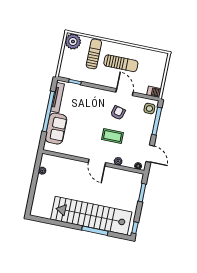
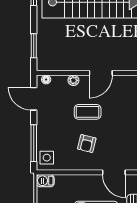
door: (125, 92) -> (114, 172), moved
door: (97, 163) -> (101, 73), swing flipped

